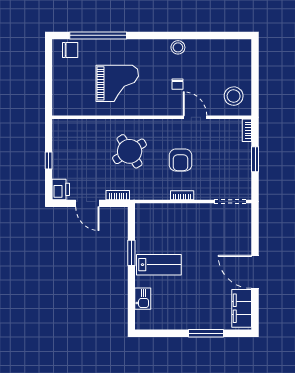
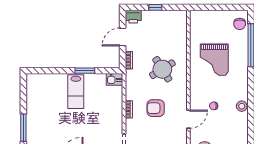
kitchen sink: (143, 299) -> (115, 79), moved

